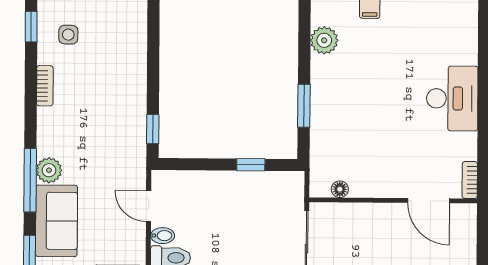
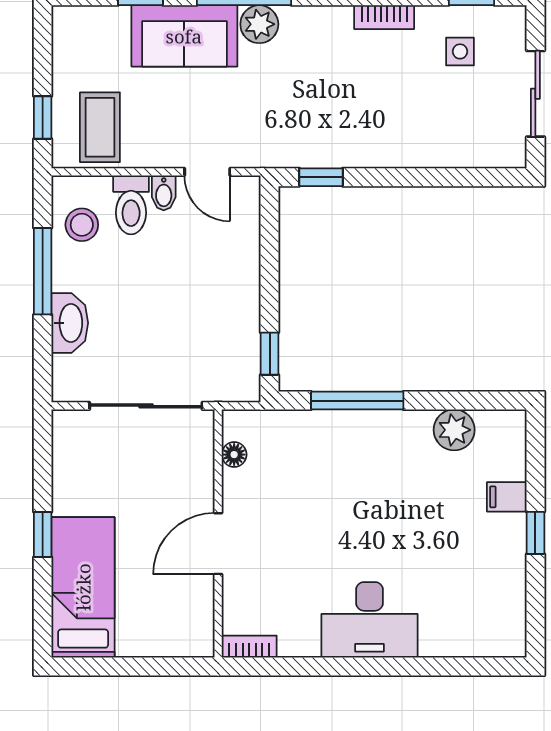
window: (304, 106) -> (357, 401), width x1.44
window: (251, 165) -> (270, 354), moved
door: (429, 201) -> (218, 544), moved
door: (149, 206) -> (207, 172), swing flipped

